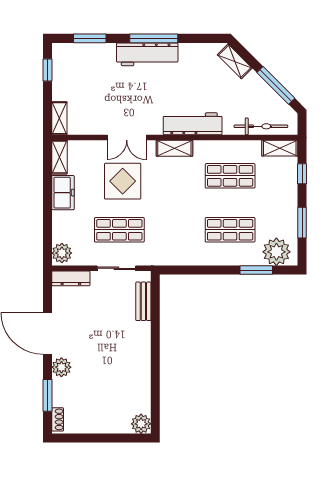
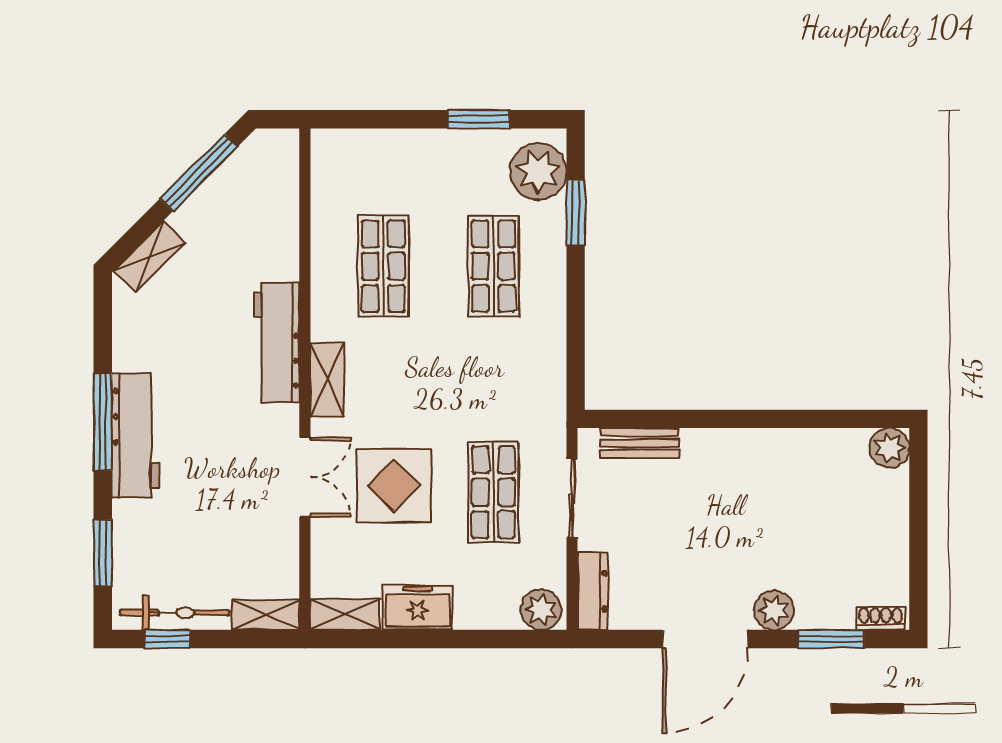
bicycle: (261, 126) -> (174, 613), moved, turned 90
shelving: (280, 148) -> (327, 165), removed
window: (302, 174) -> (379, 119), removed

